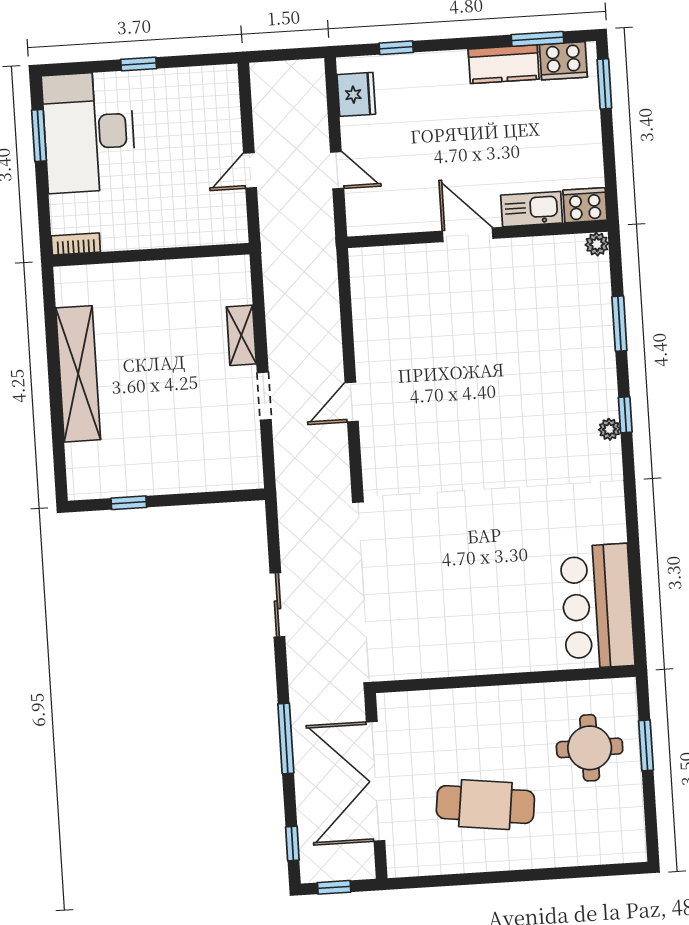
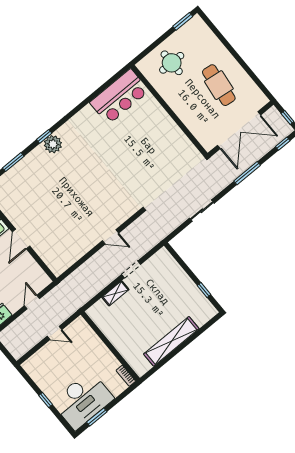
plant: (609, 429) -> (53, 144), width x1.88, depth x1.88
window: (646, 745) -> (183, 21), moved

